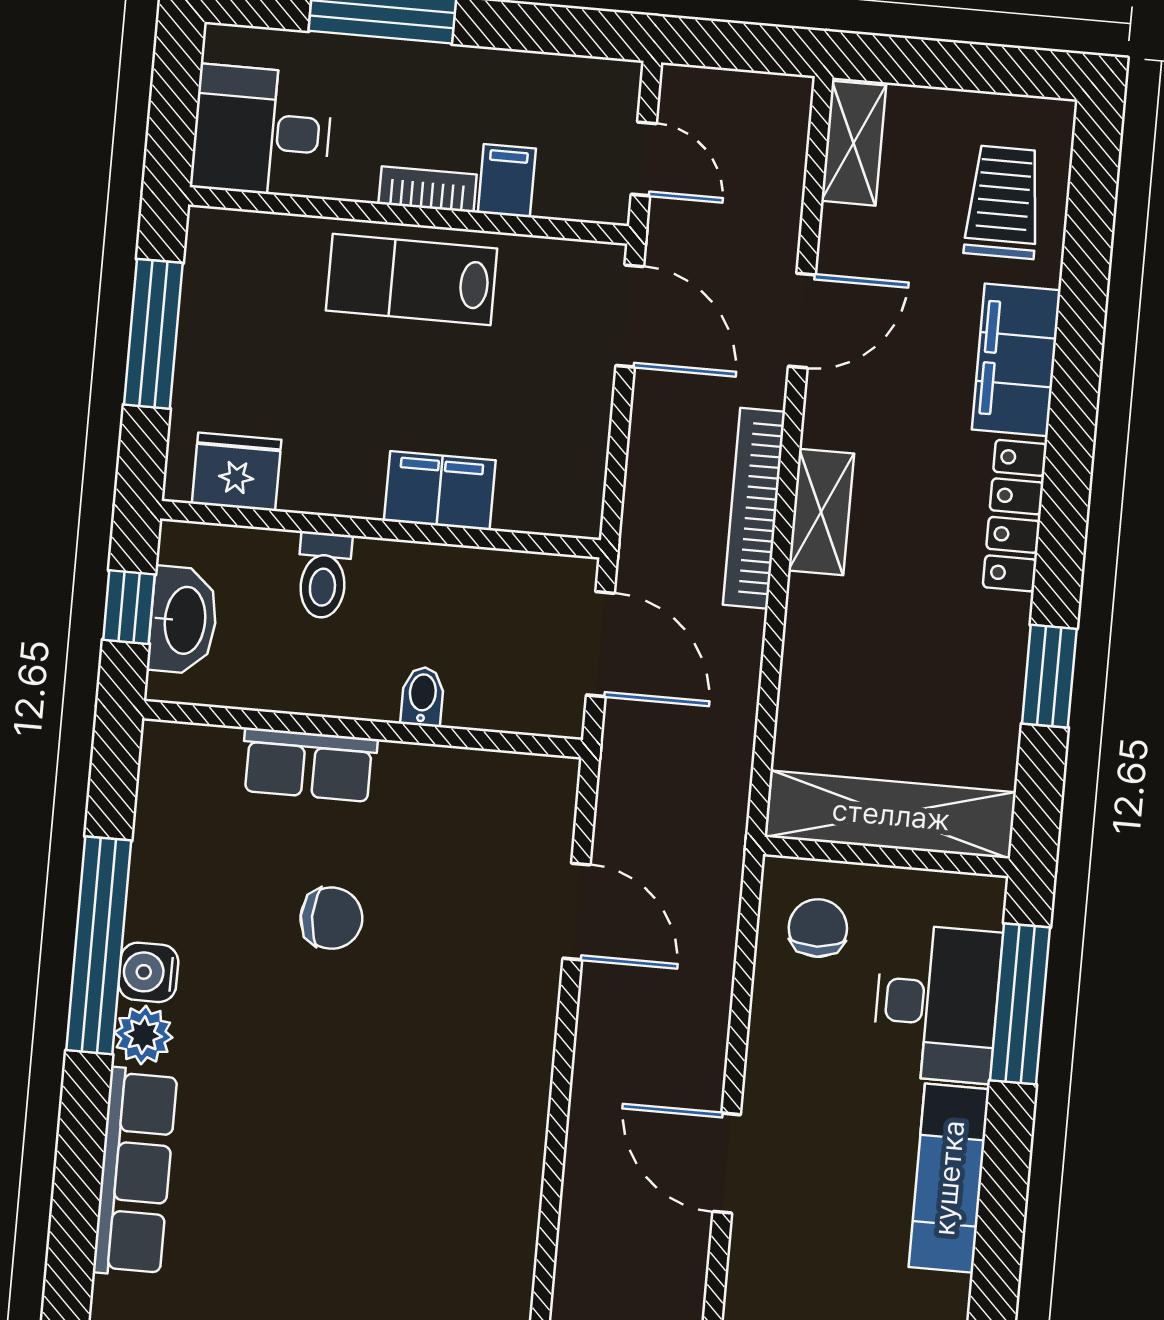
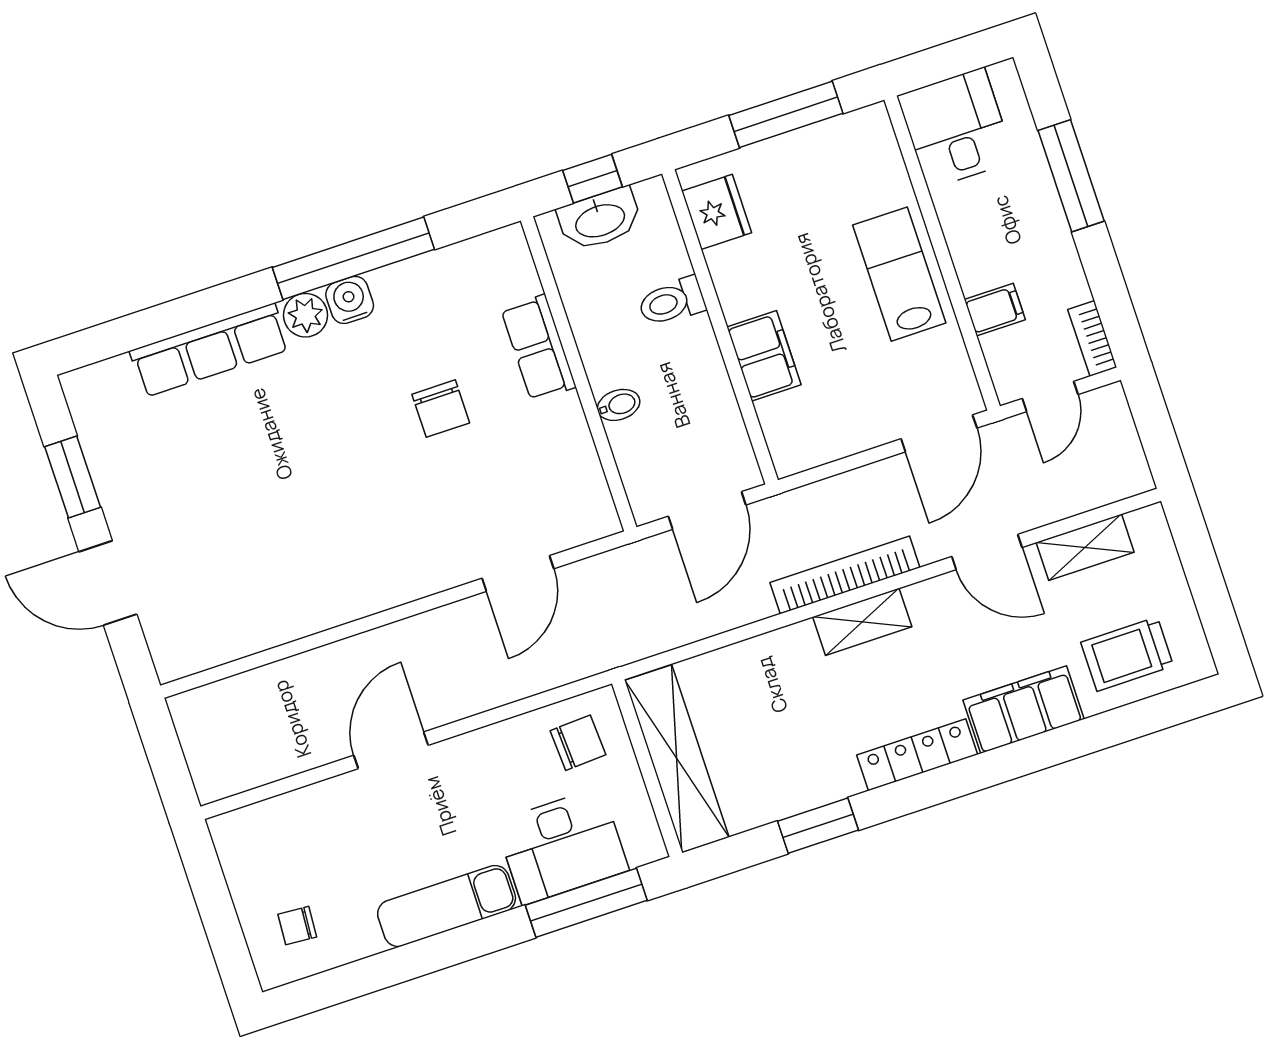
shelving: (854, 143) -> (1085, 547), moved
bookcase: (428, 189) -> (1092, 338), moved, turned 180
trolley: (1003, 202) -> (1127, 654), turned 180

